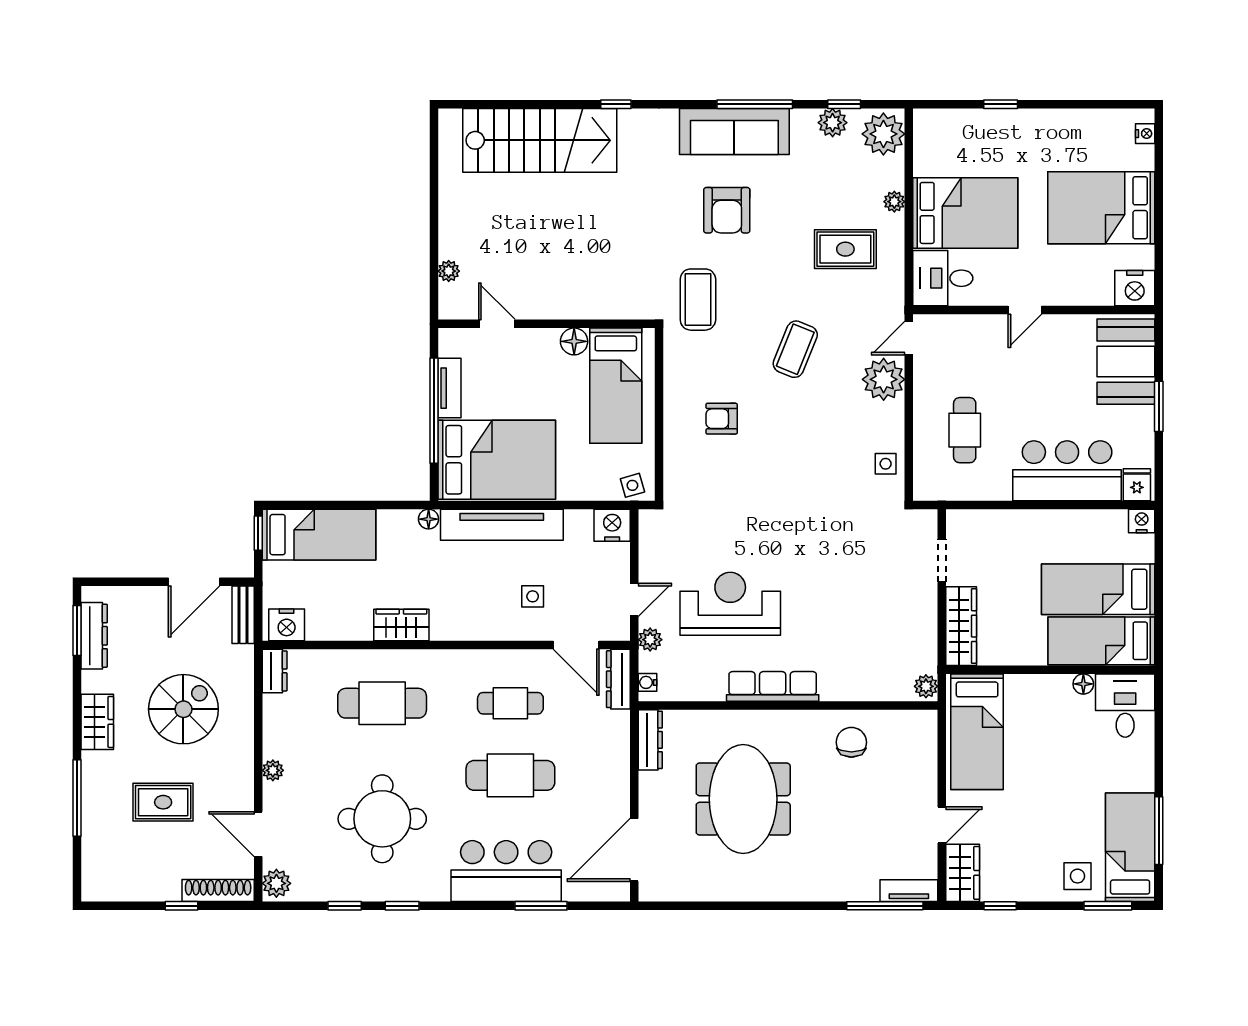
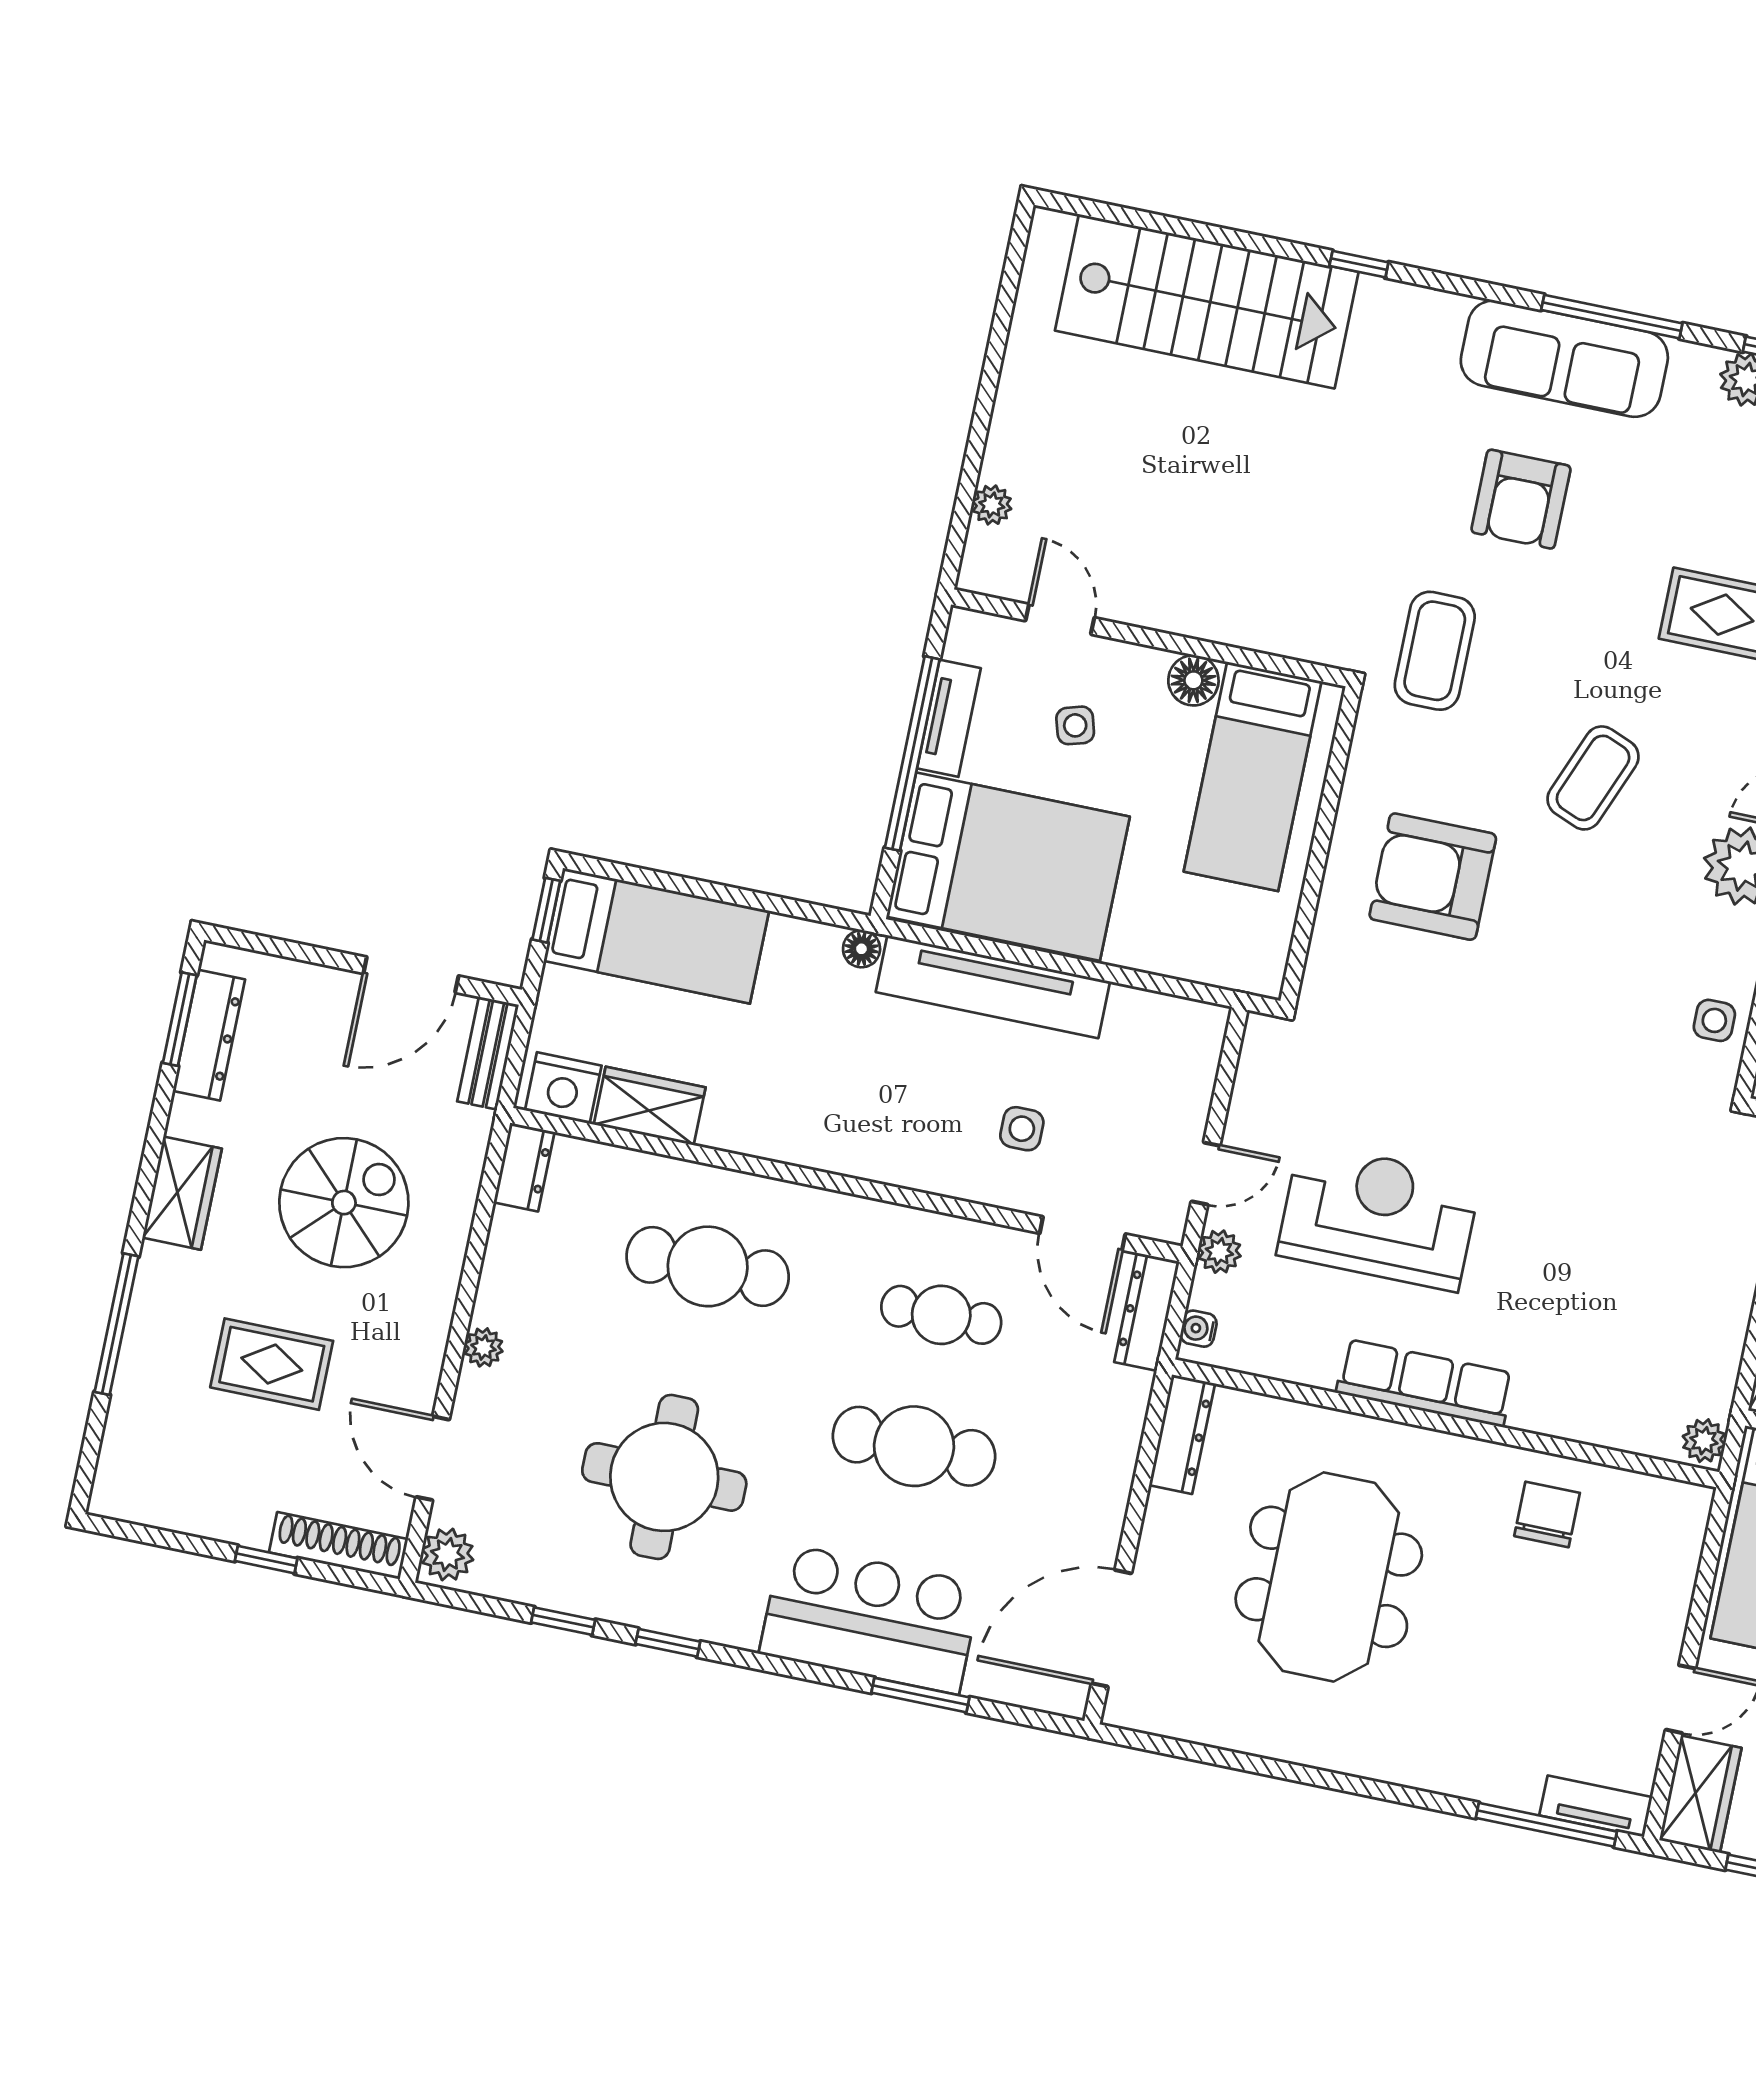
armchair: (722, 419) -> (1433, 877), width x1.88, depth x1.88
side table: (632, 485) -> (1075, 725), moved
nightstand: (612, 525) -> (1194, 1029), removed
wardrobe: (401, 625) -> (650, 1106), moved

